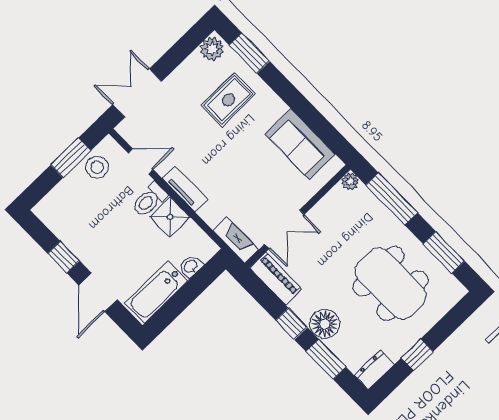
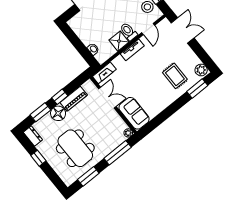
sofa: (300, 144) -> (134, 113), moved, turned 90
double door: (284, 229) -> (107, 98), swing flipped
piano: (276, 278) -> (74, 99), moved
dining table: (390, 283) -> (75, 148), turned 90
bathtub: (156, 292) -> (82, 31), removed

